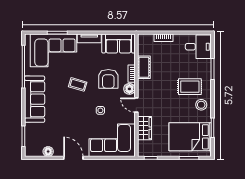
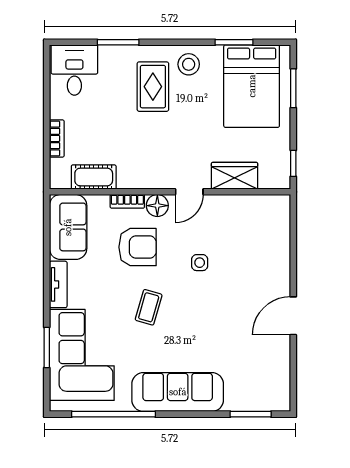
cot: (144, 67) -> (94, 177), moved
corner sofa: (112, 140) -> (258, 240), removed
floor lamp: (48, 152) -> (281, 365), removed

